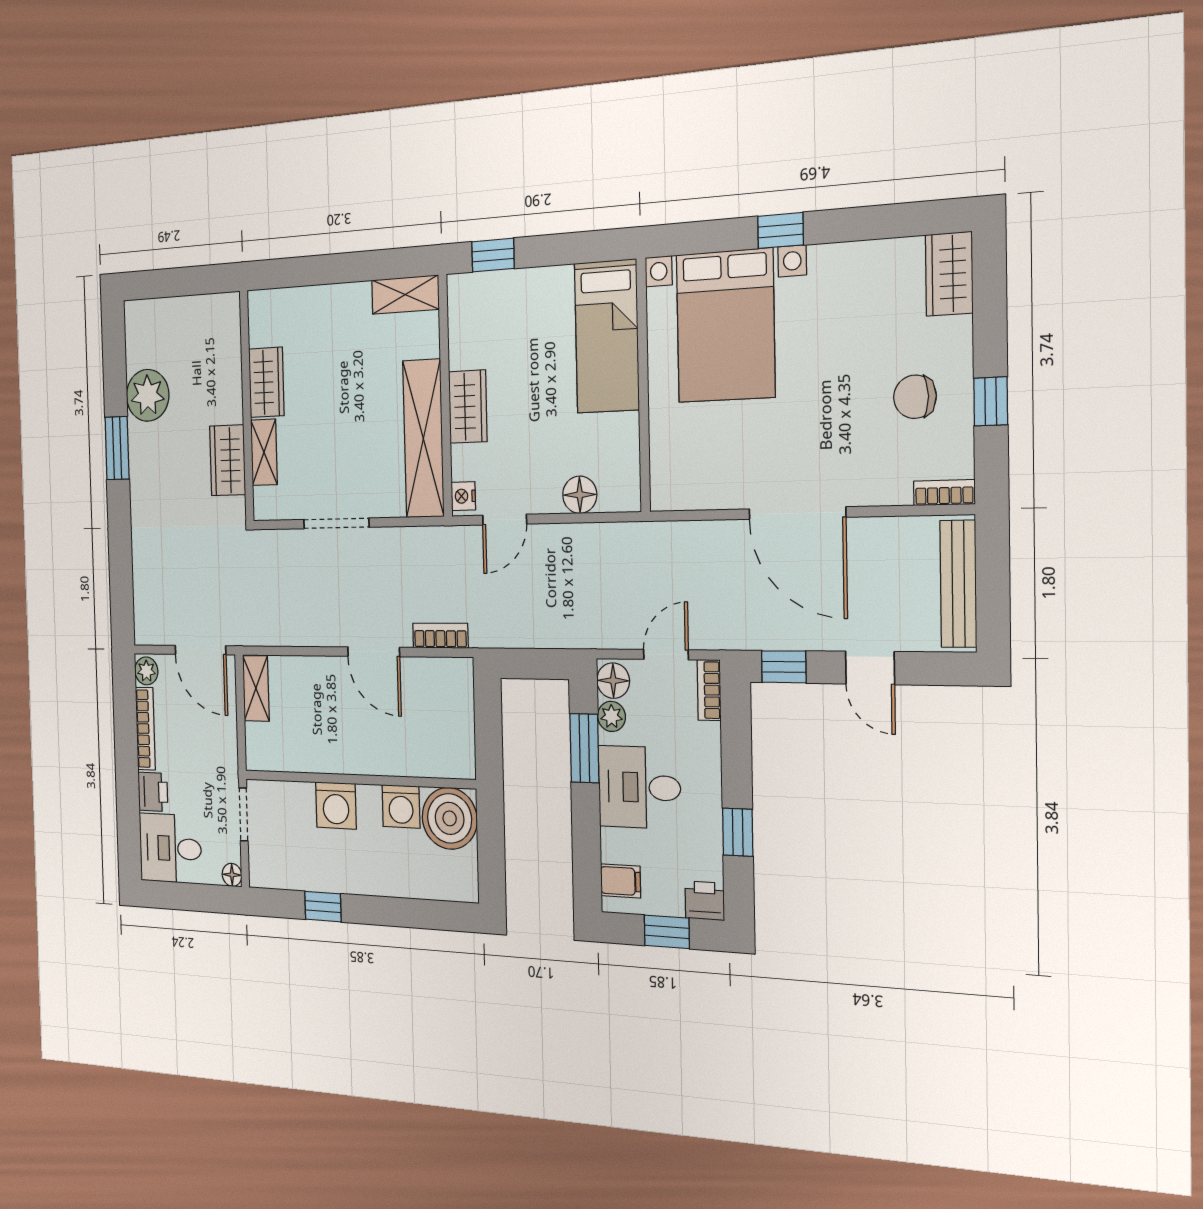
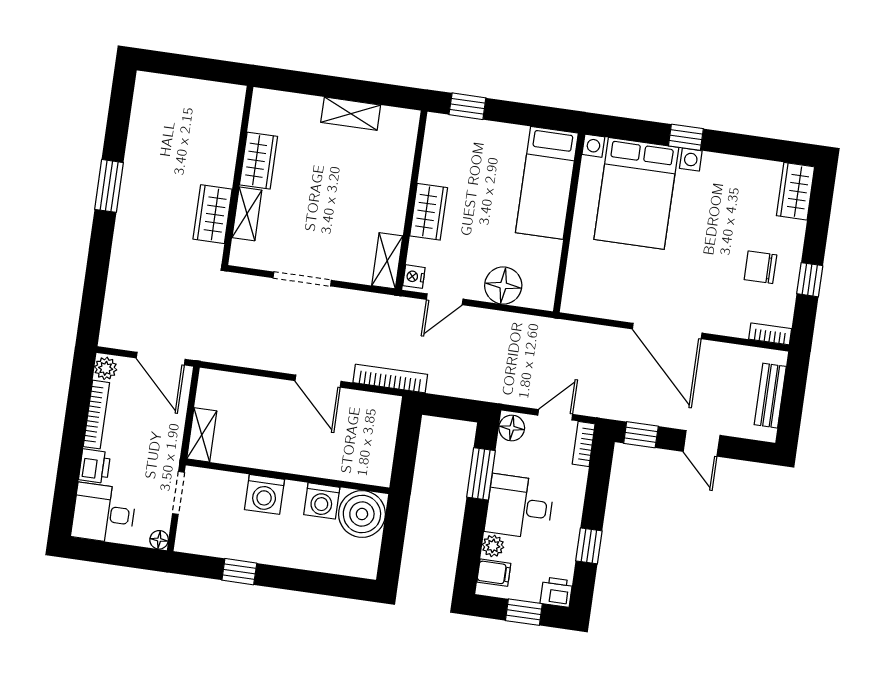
shelving: (405, 295) -> (351, 114), moved
plant: (148, 395) -> (146, 150), removed
shelving: (423, 438) -> (387, 261), width x0.45, depth x0.75
floor lamp: (580, 495) -> (503, 286), width x1.38, depth x1.38
bench: (958, 584) -> (770, 396), width x0.73
bookcase: (440, 636) -> (390, 379), width x1.56
shelving: (256, 688) -> (202, 435), moved
plant: (611, 716) -> (493, 546), moved

